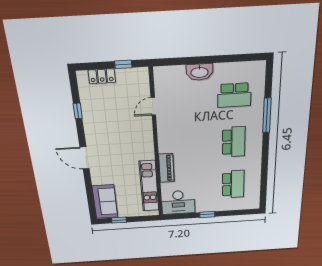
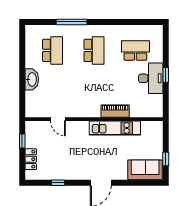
school desk: (234, 142) -> (94, 50), turned 90
kitchen unit: (149, 186) -> (115, 128), moved
desk: (178, 202) -> (151, 78), moved

